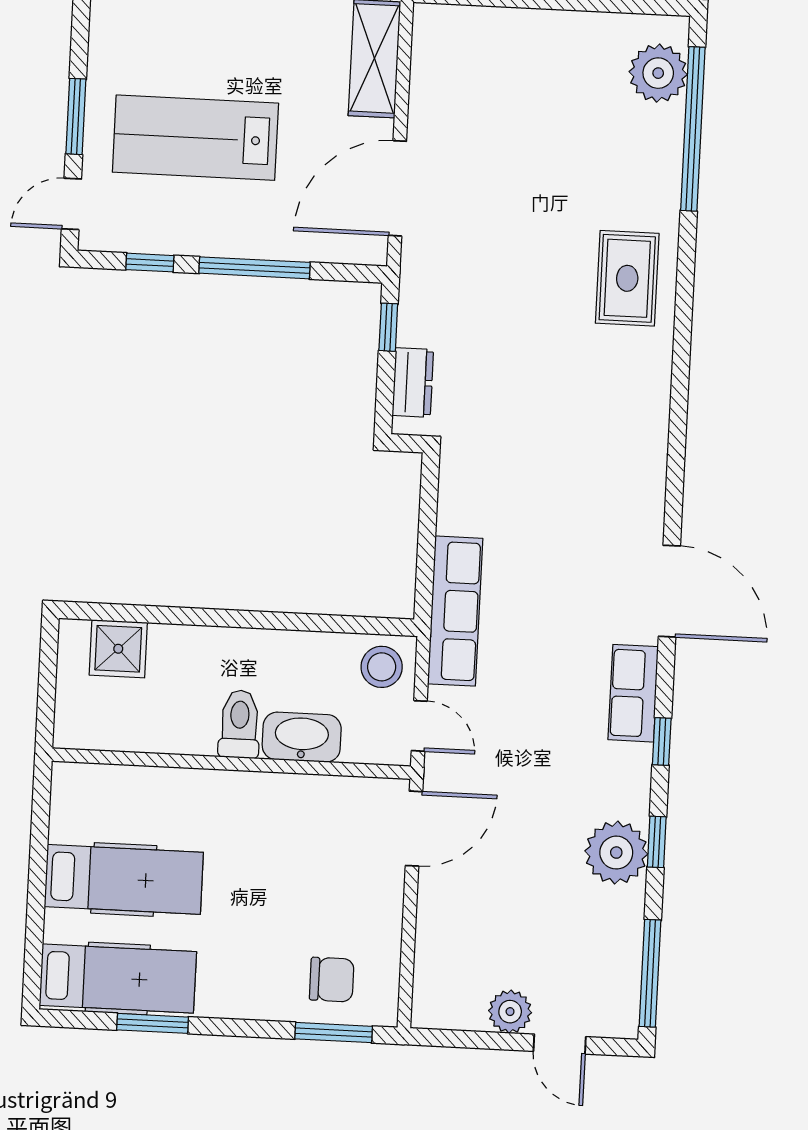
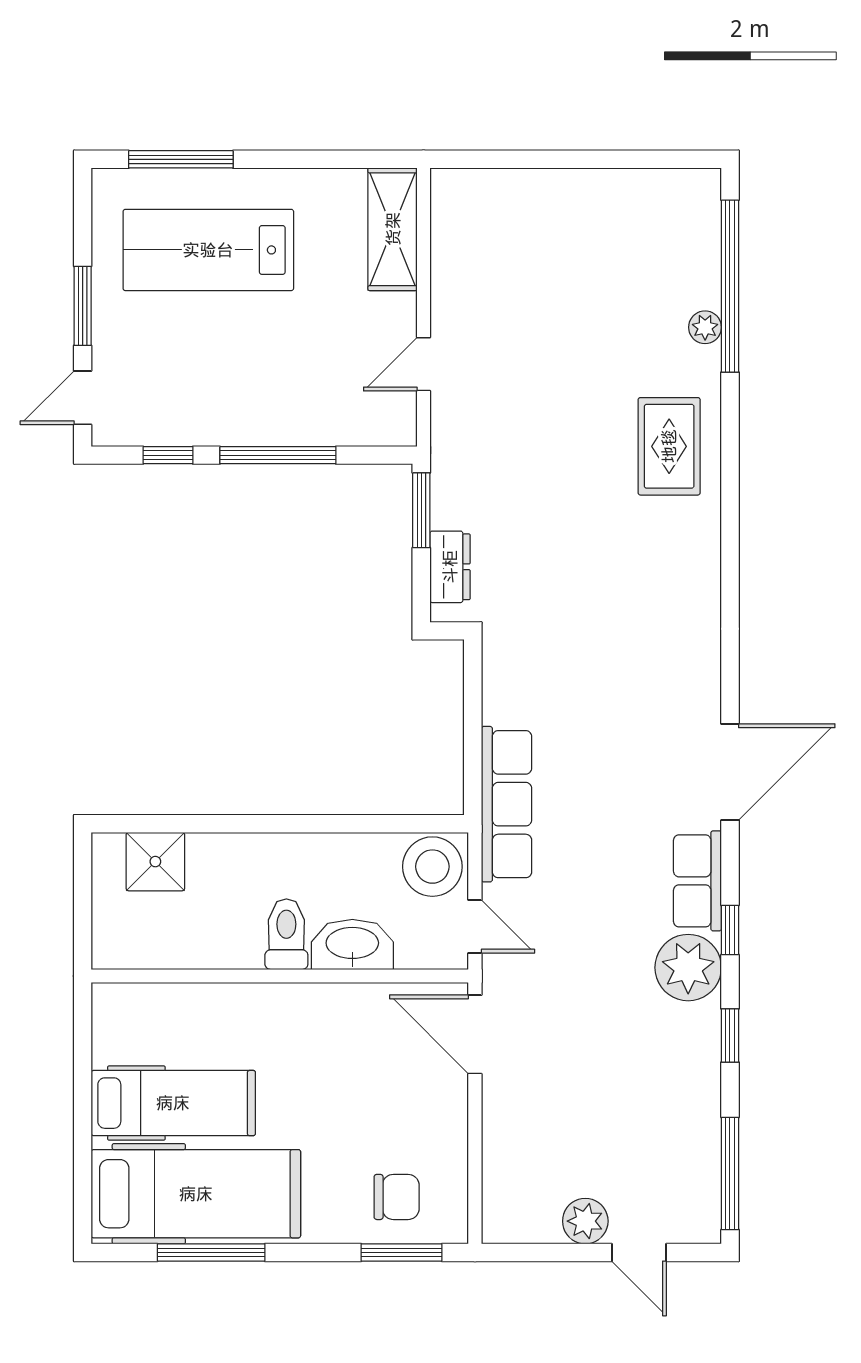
plant: (658, 73) -> (705, 327), moved, width x0.53, depth x0.53
lab bench: (195, 138) -> (208, 250), moved
door: (397, 188) -> (423, 364), width x0.53
window: (388, 327) -> (421, 510), width x1.50
door: (669, 591) -> (730, 772), hinge flipped
stool: (382, 667) -> (432, 867), width x1.38, depth x1.38
door: (414, 829) -> (475, 1034), swing flipped
plant: (616, 853) -> (688, 968), moved
hospital bed: (118, 979) -> (196, 1194), width x1.37, depth x1.29
window: (153, 1023) -> (211, 1252), width x1.44

